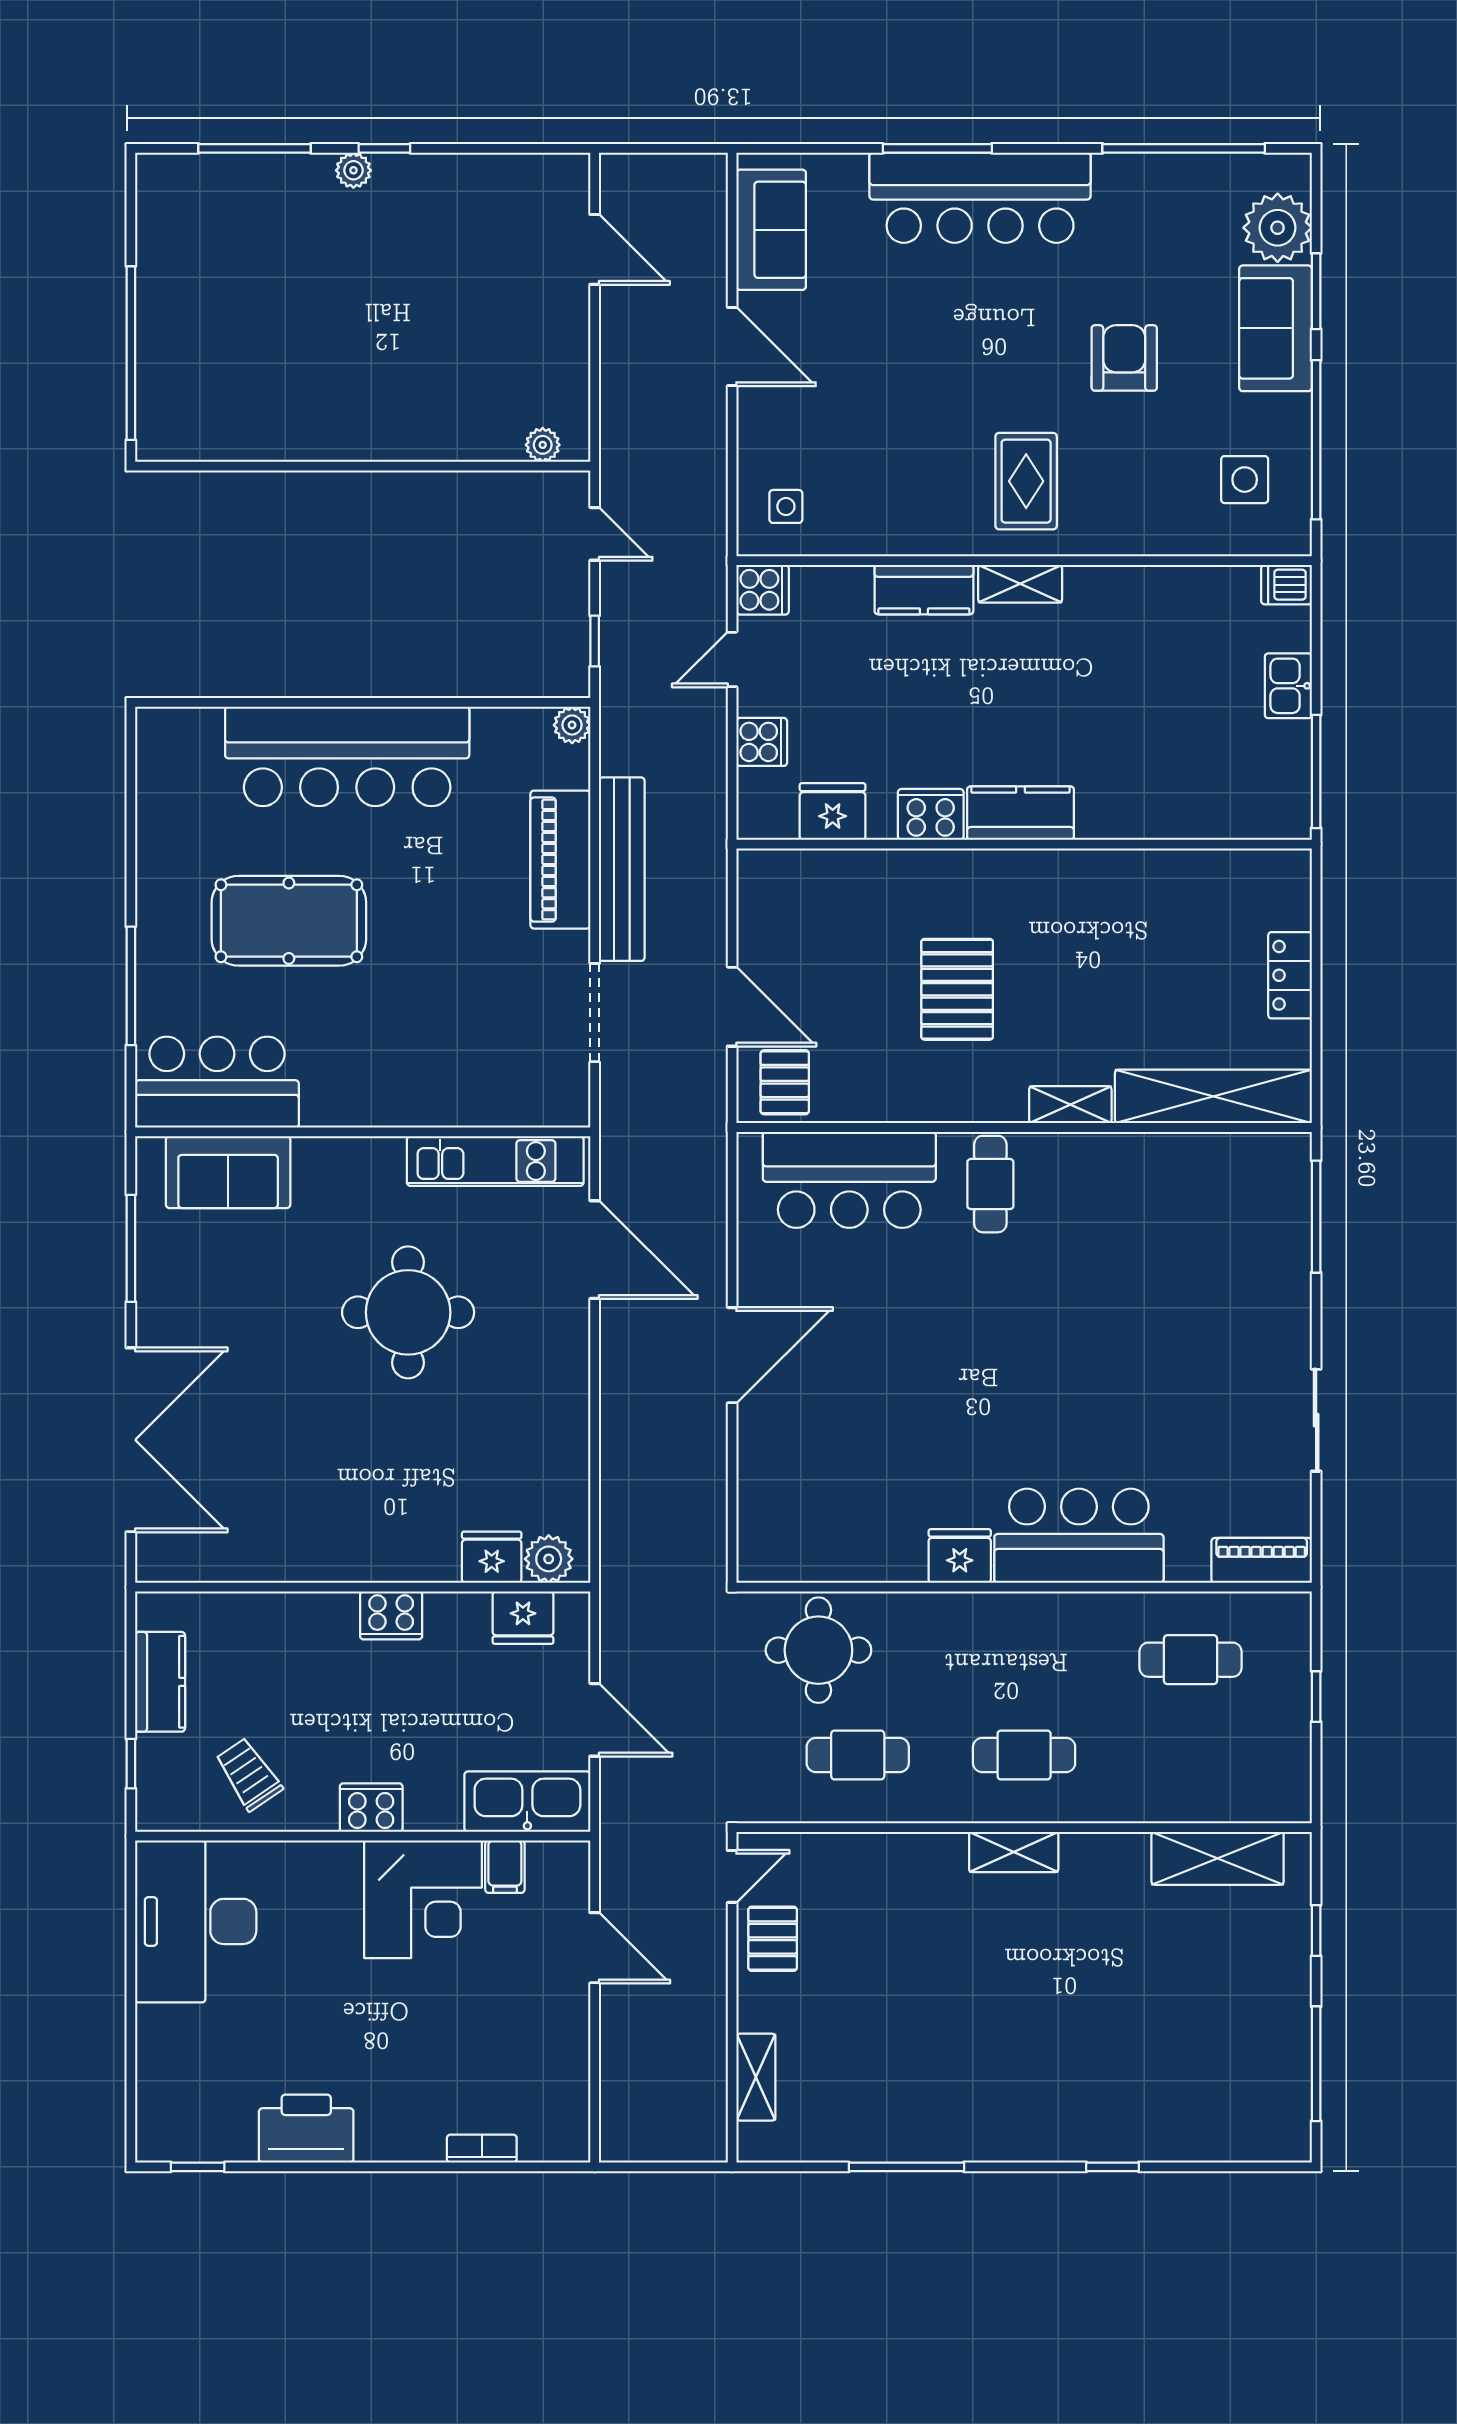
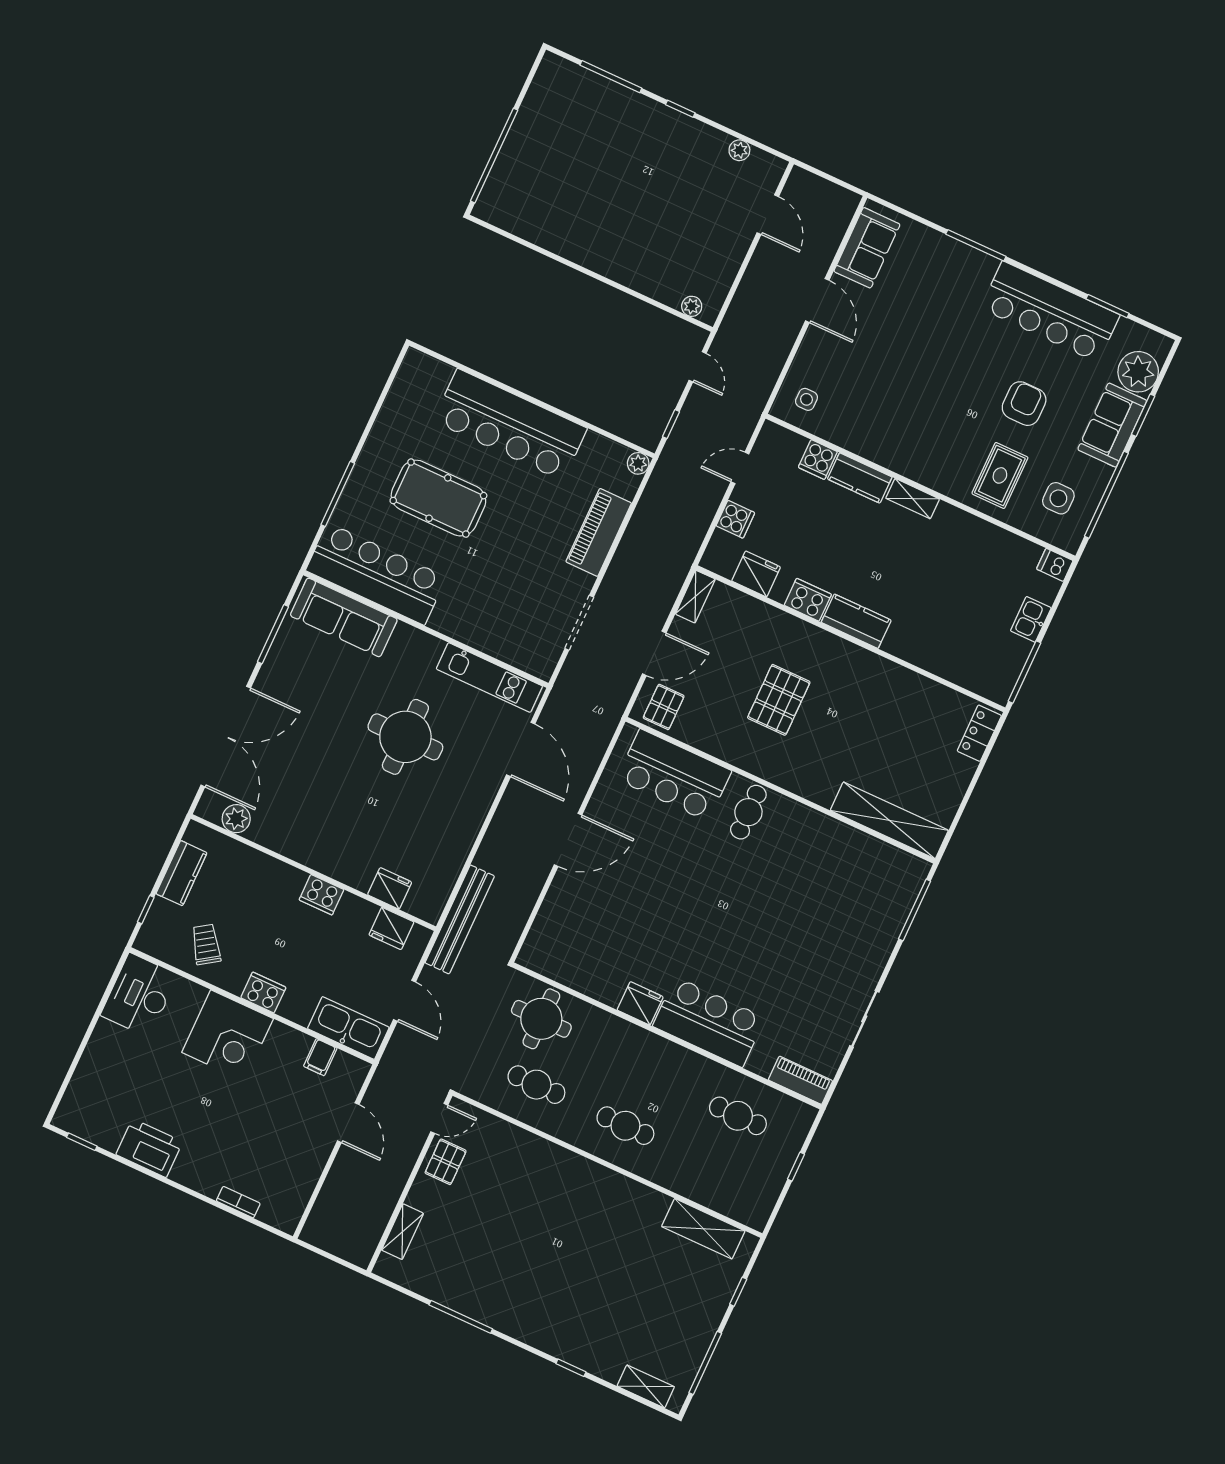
window: (1184, 148) -> (1108, 306), width x0.47
plant: (353, 170) -> (739, 150), moved
bar counter: (980, 198) -> (1050, 312), moved
rug: (1026, 481) -> (1000, 475), moved
cooker: (763, 590) -> (818, 460), moved, turned 90
bench: (622, 869) -> (460, 919), moved
locker: (1290, 975) -> (979, 733), moved
door: (732, 1007) -> (654, 653), hinge flipped
bar counter: (217, 1082) -> (376, 574), width x1.36
shelving: (1070, 1105) -> (695, 597), moved, turned 90
sofa: (228, 1172) -> (344, 617), width x1.36
plant: (549, 1559) -> (236, 819), moved
shelving: (1014, 1852) -> (646, 1386), moved
corner desk: (423, 1899) -> (228, 1035), moved
desk: (196, 1921) -> (139, 995), width x0.73, depth x0.77

